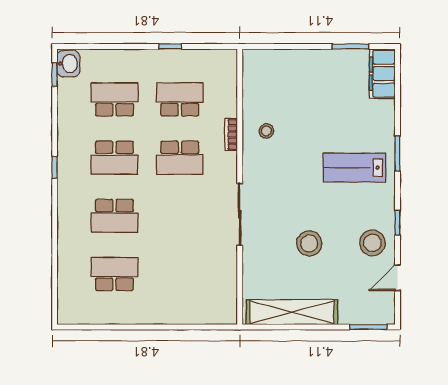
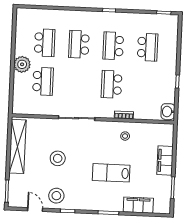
filing cabinet: (305, 62) -> (165, 161), added
washbasin: (68, 64) -> (168, 112), moved, turned 90
filing cabinet: (382, 74) -> (138, 205), moved
school desk: (180, 99) -> (43, 81), moved
lab bench: (354, 168) -> (111, 173), moved, turned -90
plant: (153, 311) -> (22, 64), added

